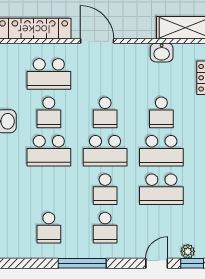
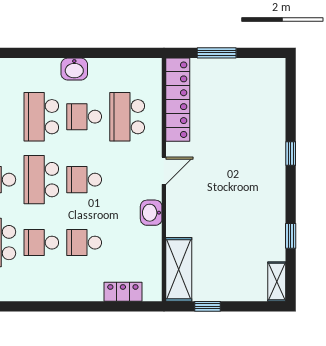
door: (97, 41) -> (164, 171), width x0.73
washbasin: (162, 52) -> (151, 213), moved
school desk: (161, 151) -> (41, 243), width x0.54

